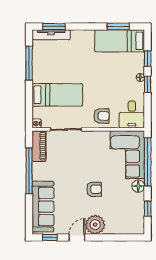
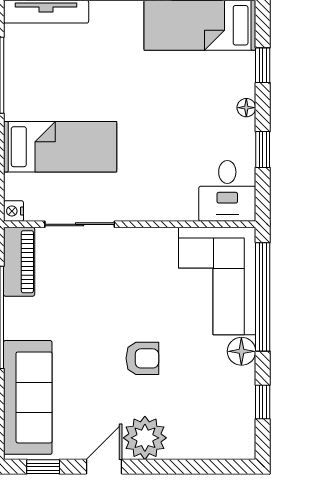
window: (148, 84) -> (263, 150), moved
armchair: (102, 116) -> (159, 194), removed

